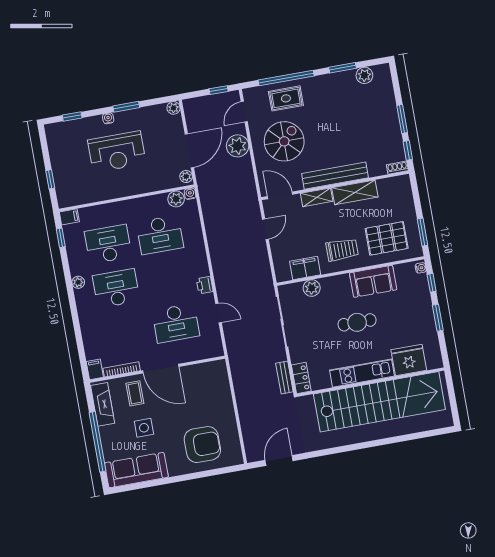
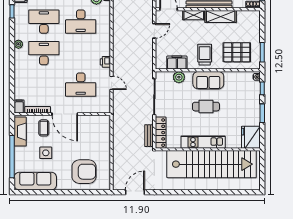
trolley: (342, 250) -> (205, 55), turned -90
sofa: (373, 281) -> (208, 80), moved
fridge: (409, 360) -> (251, 137), moved, turned -90
locker: (301, 378) -> (161, 133), width x1.53

